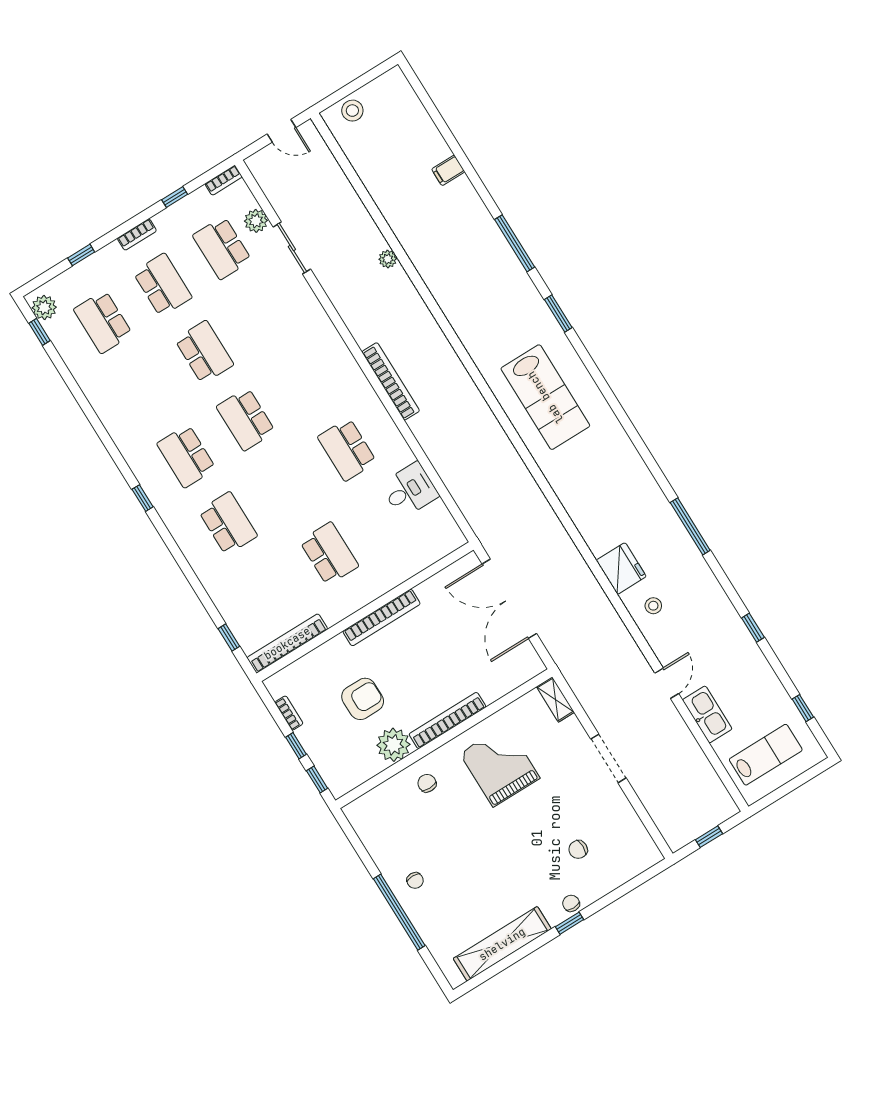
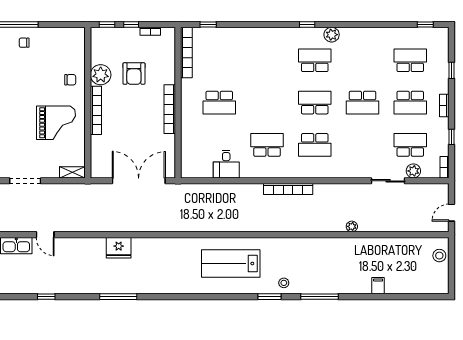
plant: (44, 307) -> (332, 35), moved
school desk: (228, 523) -> (315, 145), moved
stool: (653, 606) -> (284, 283), moved

